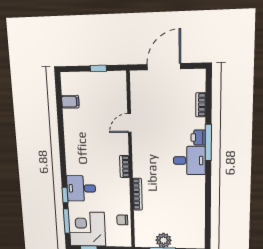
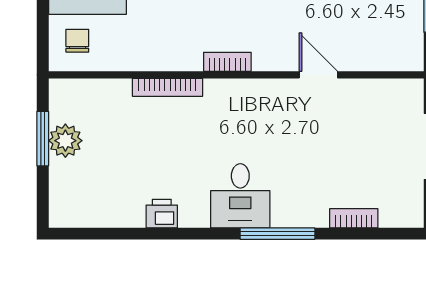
printer: (198, 137) -> (162, 214), moved
chair: (122, 220) -> (77, 41), moved

